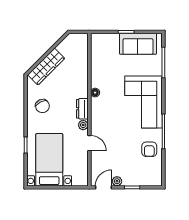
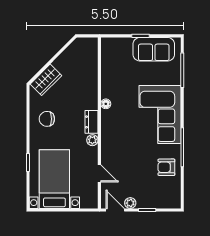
wardrobe: (46, 67) -> (46, 80), width x0.67
chair: (42, 106) -> (47, 119), turned 117
door: (89, 143) -> (99, 173), moved
armchair: (149, 149) -> (166, 167), turned 90
door: (103, 187) -> (115, 210), hinge flipped

